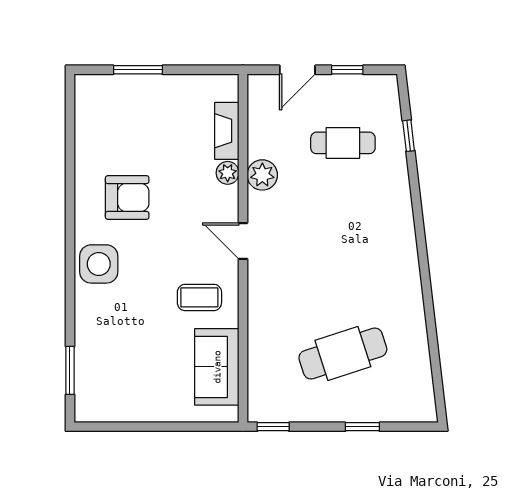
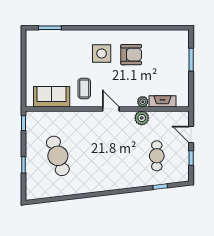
armchair: (127, 197) -> (131, 55), turned -90
door: (243, 241) -> (111, 109), hinge flipped
side table: (99, 264) -> (102, 53), moved

